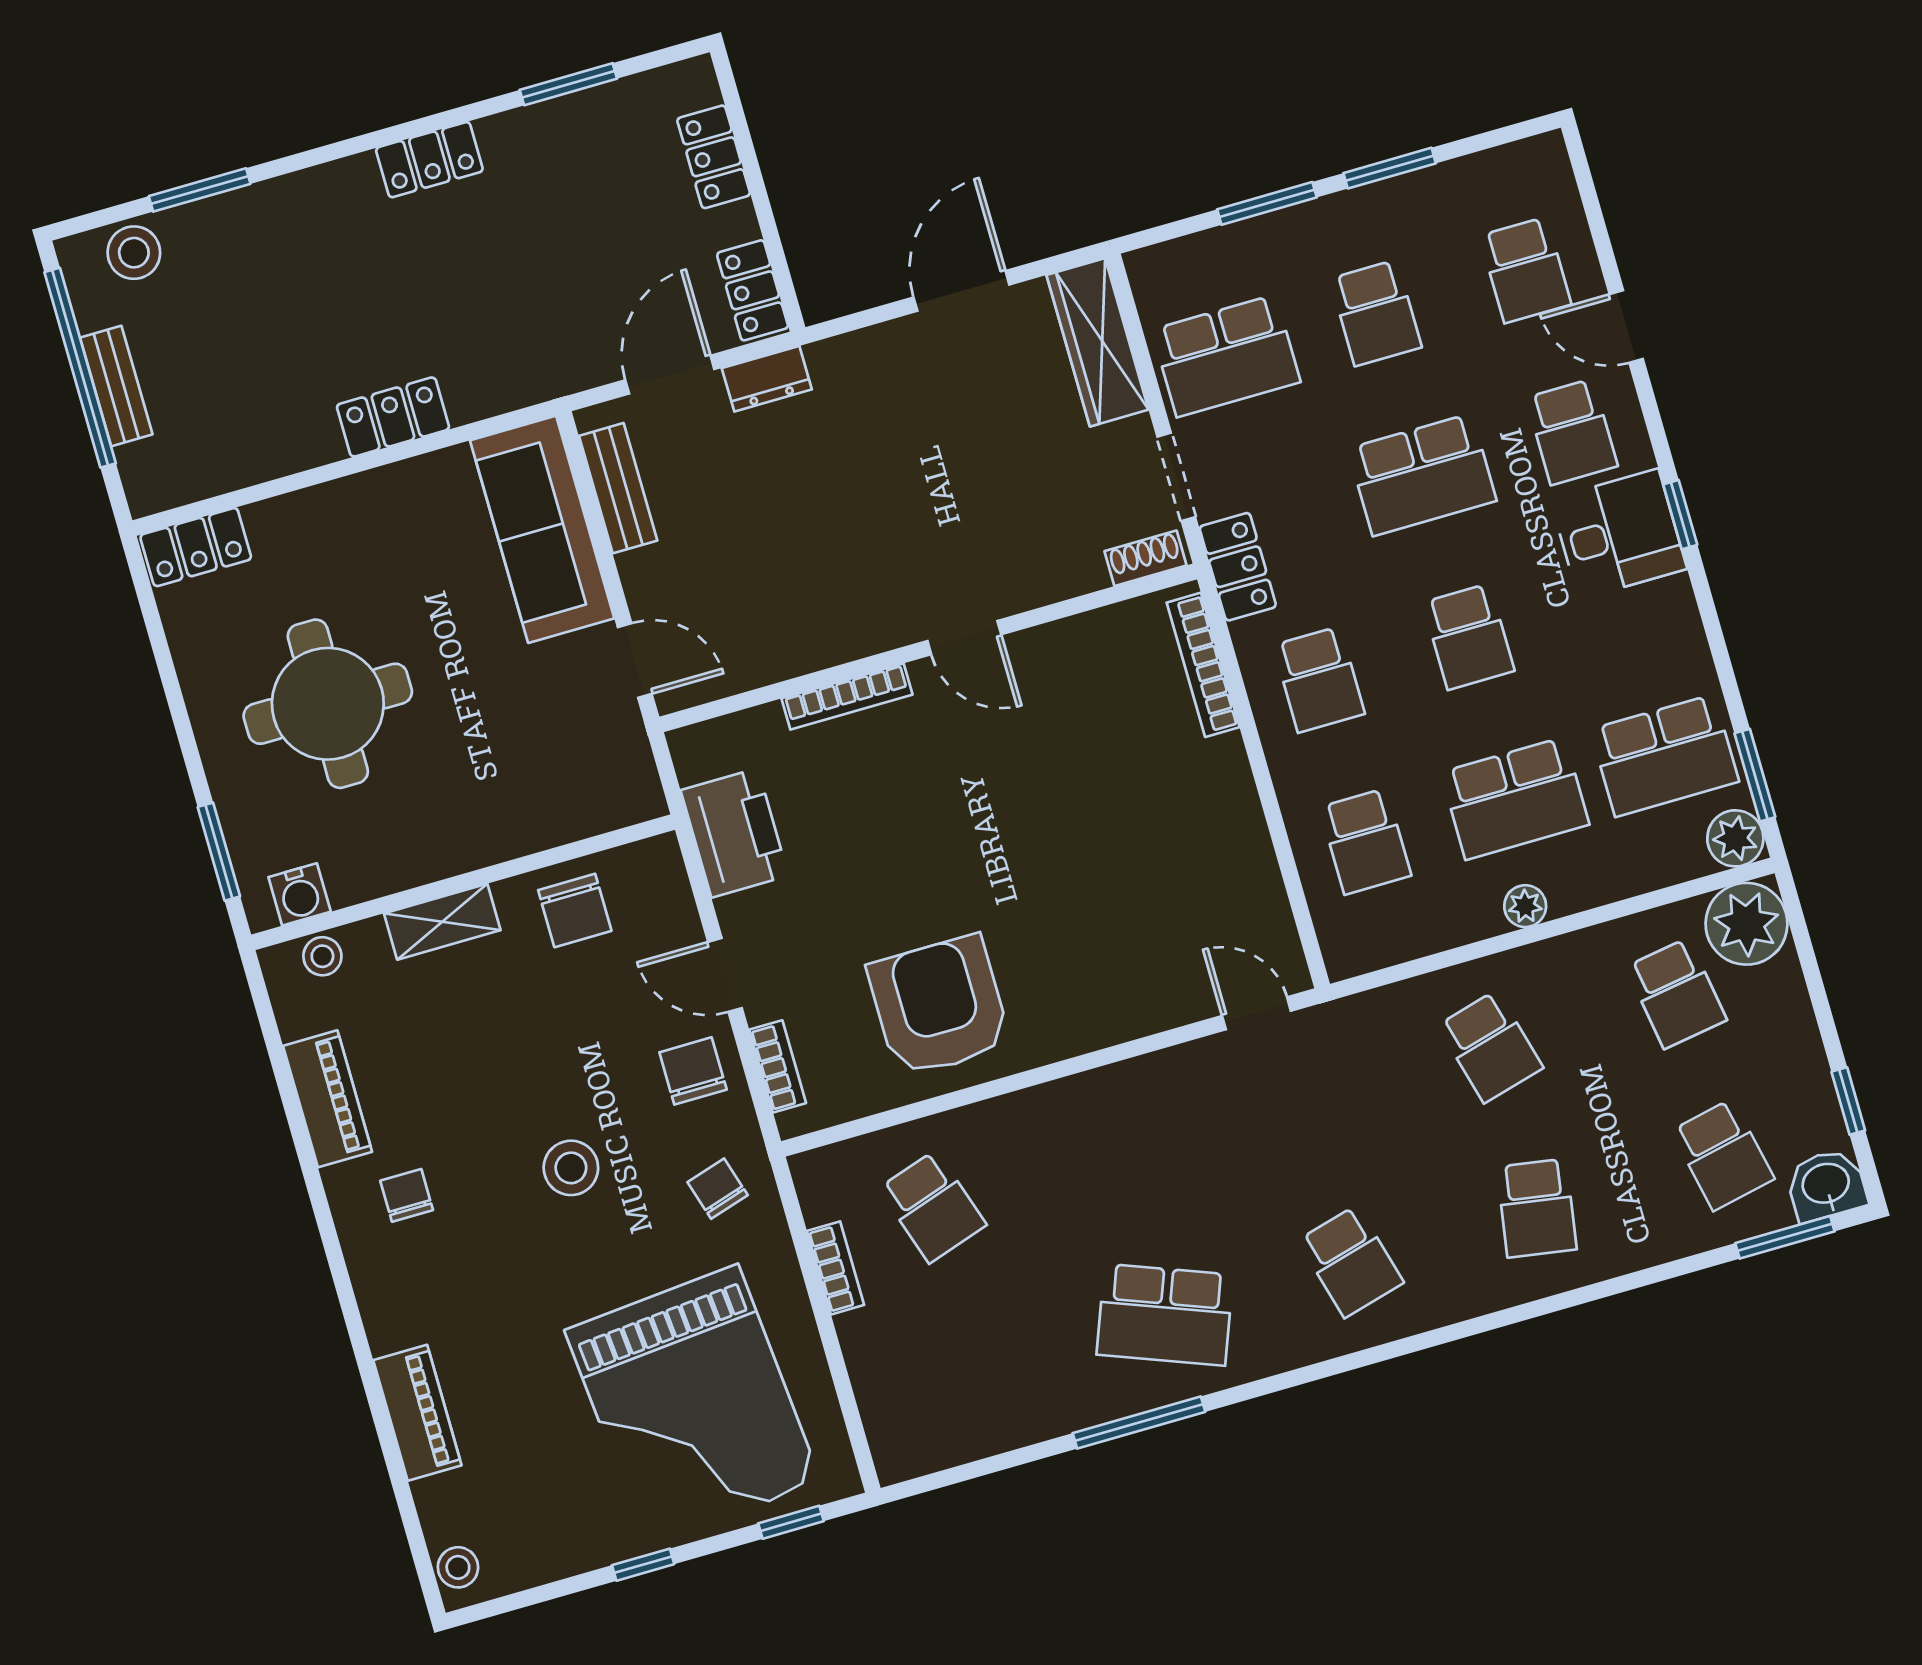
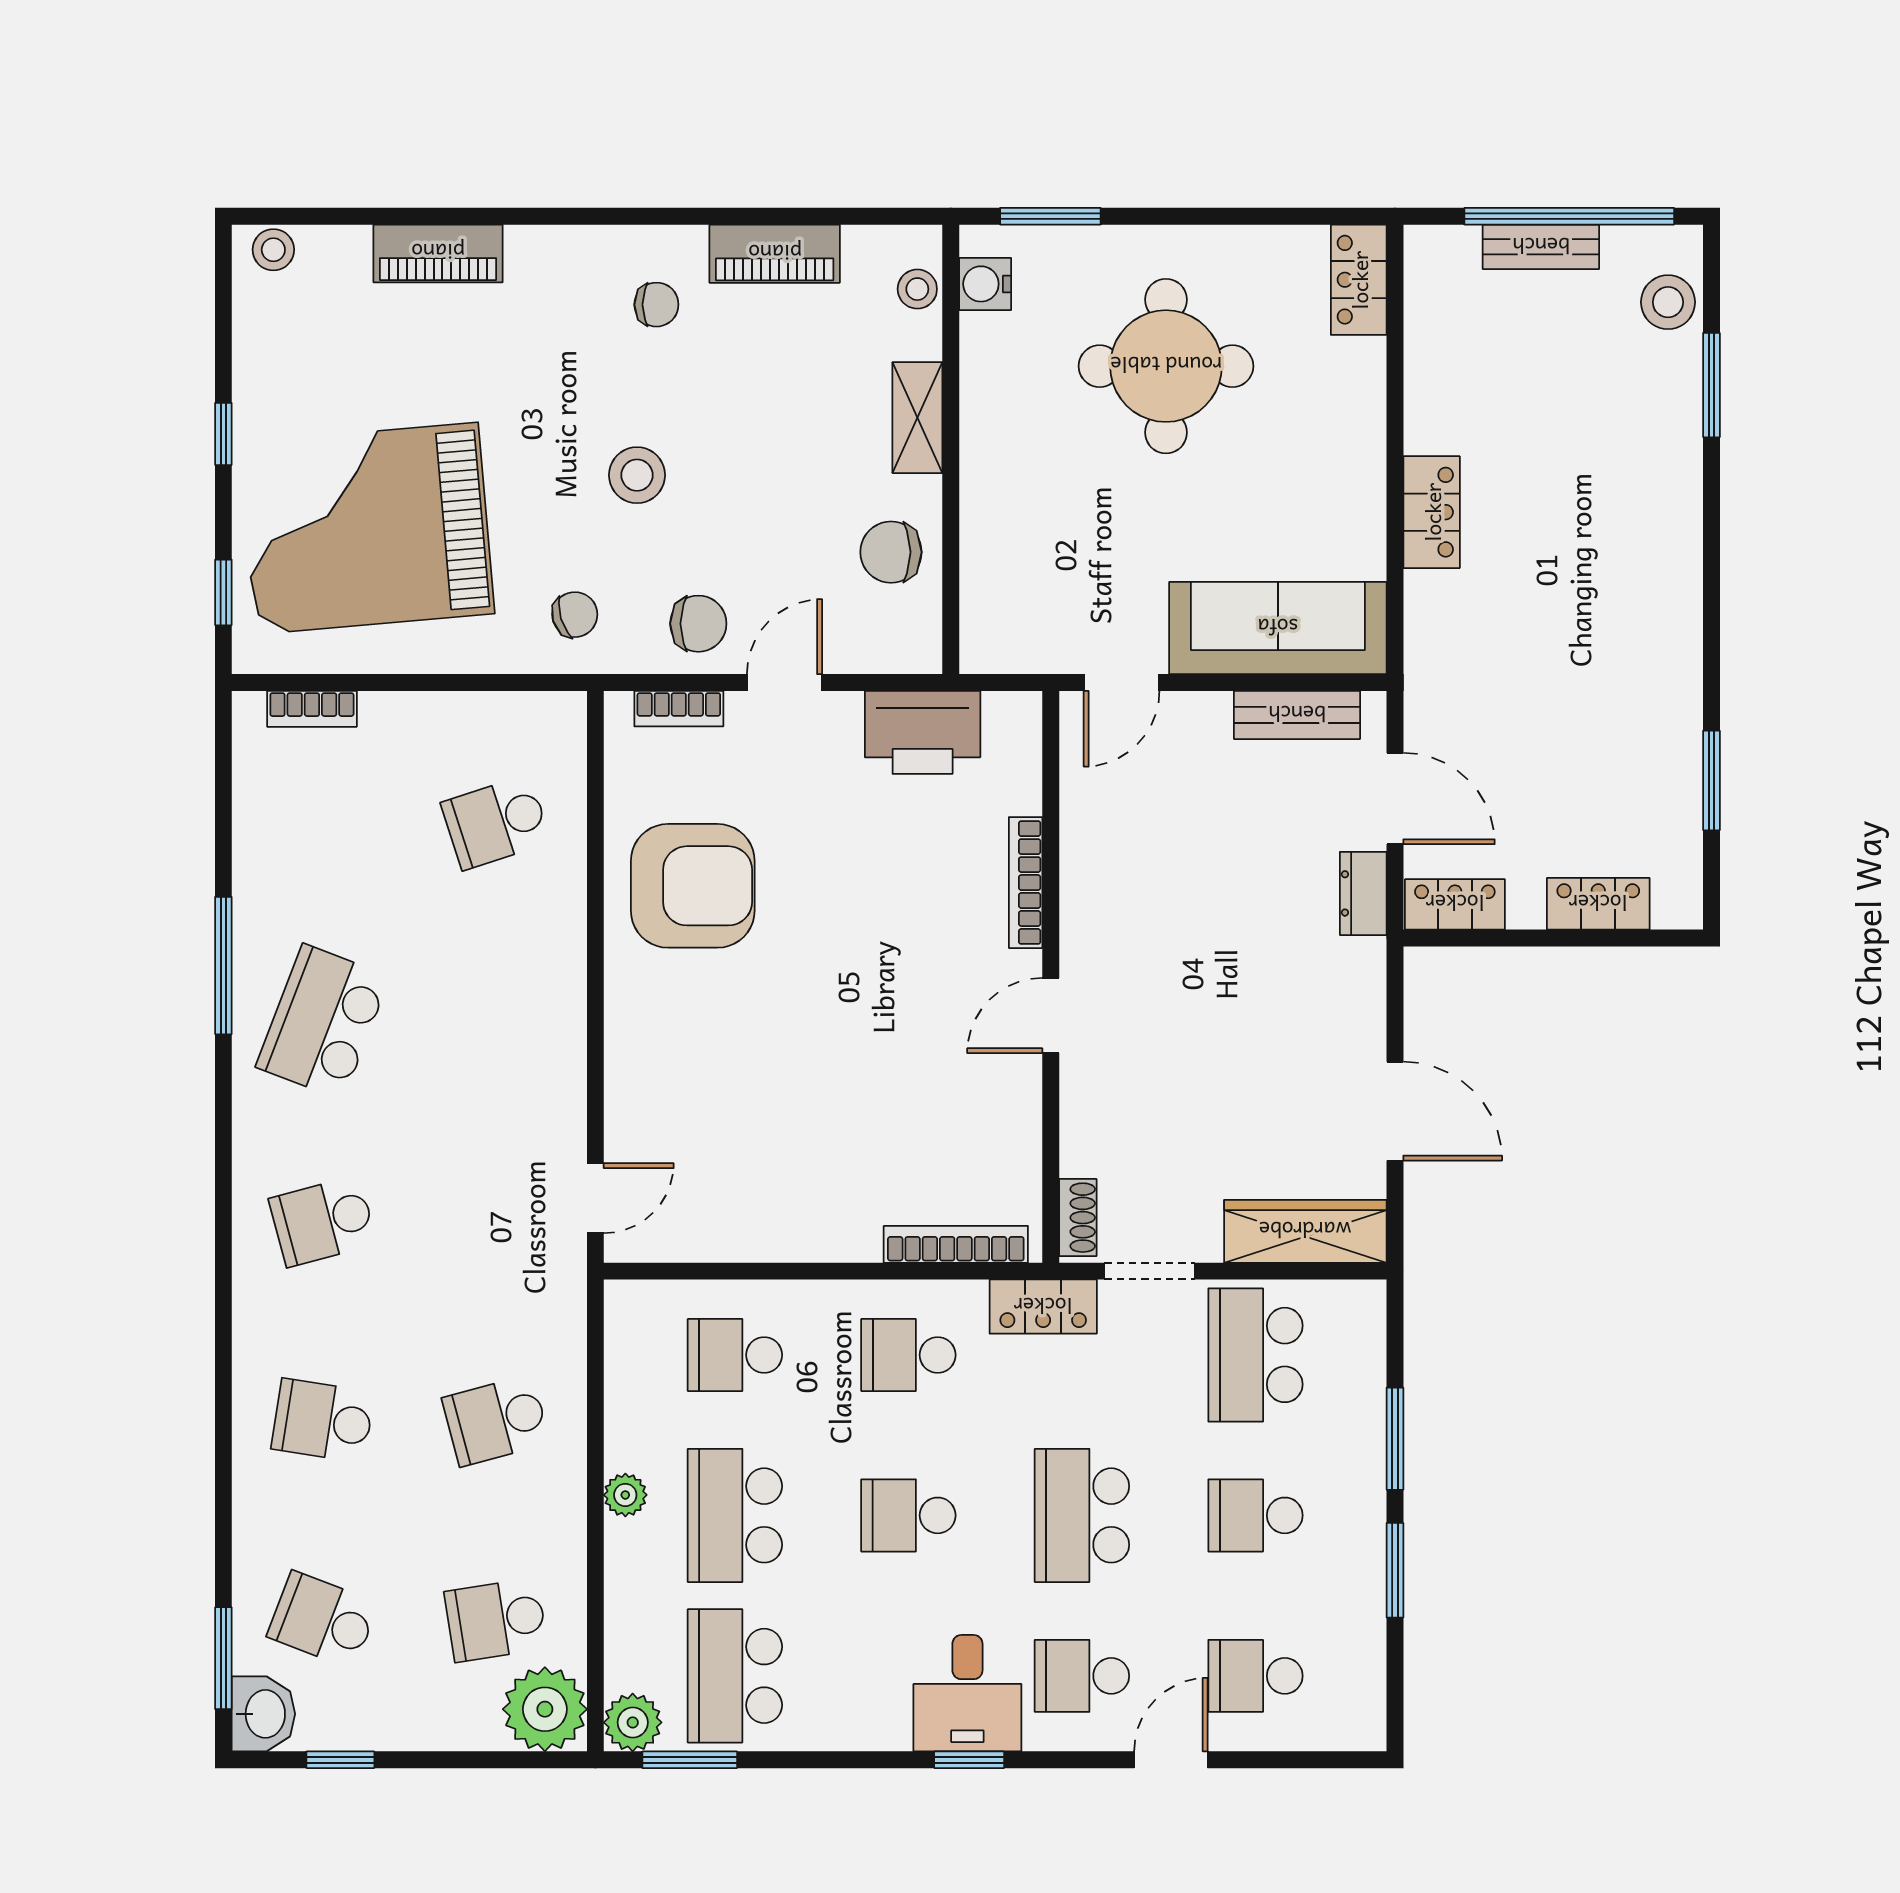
locker: (429, 160) -> (1676, 621), removed
school desk: (1723, 1155) -> (323, 1620), turned 33
bookcase: (835, 1268) -> (312, 709), moved

